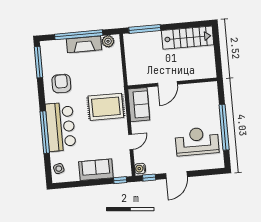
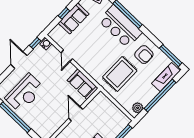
fireplace: (84, 44) -> (166, 77), moved
rug: (106, 107) -> (120, 74), moved
window: (120, 180) -> (64, 13), moved

